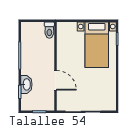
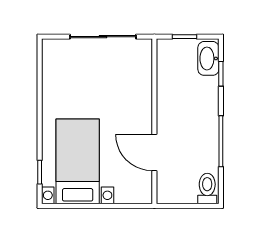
toilet: (49, 30) -> (207, 188), moved
door: (55, 80) -> (154, 152), moved
washbasin: (26, 84) -> (208, 58), moved

